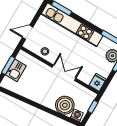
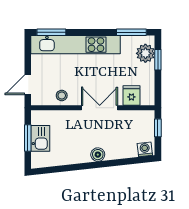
fridge: (98, 82) -> (131, 95), moved
boiler: (65, 105) -> (98, 155), moved, width x0.54, depth x0.54

